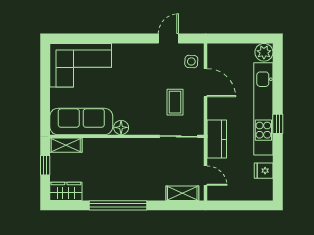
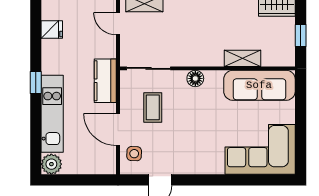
kitchen unit: (263, 109) -> (52, 114), width x0.73
floor lamp: (121, 127) -> (195, 78), moved
kitchen counter: (217, 139) -> (105, 81), moved
shelving: (66, 145) -> (243, 58), moved

